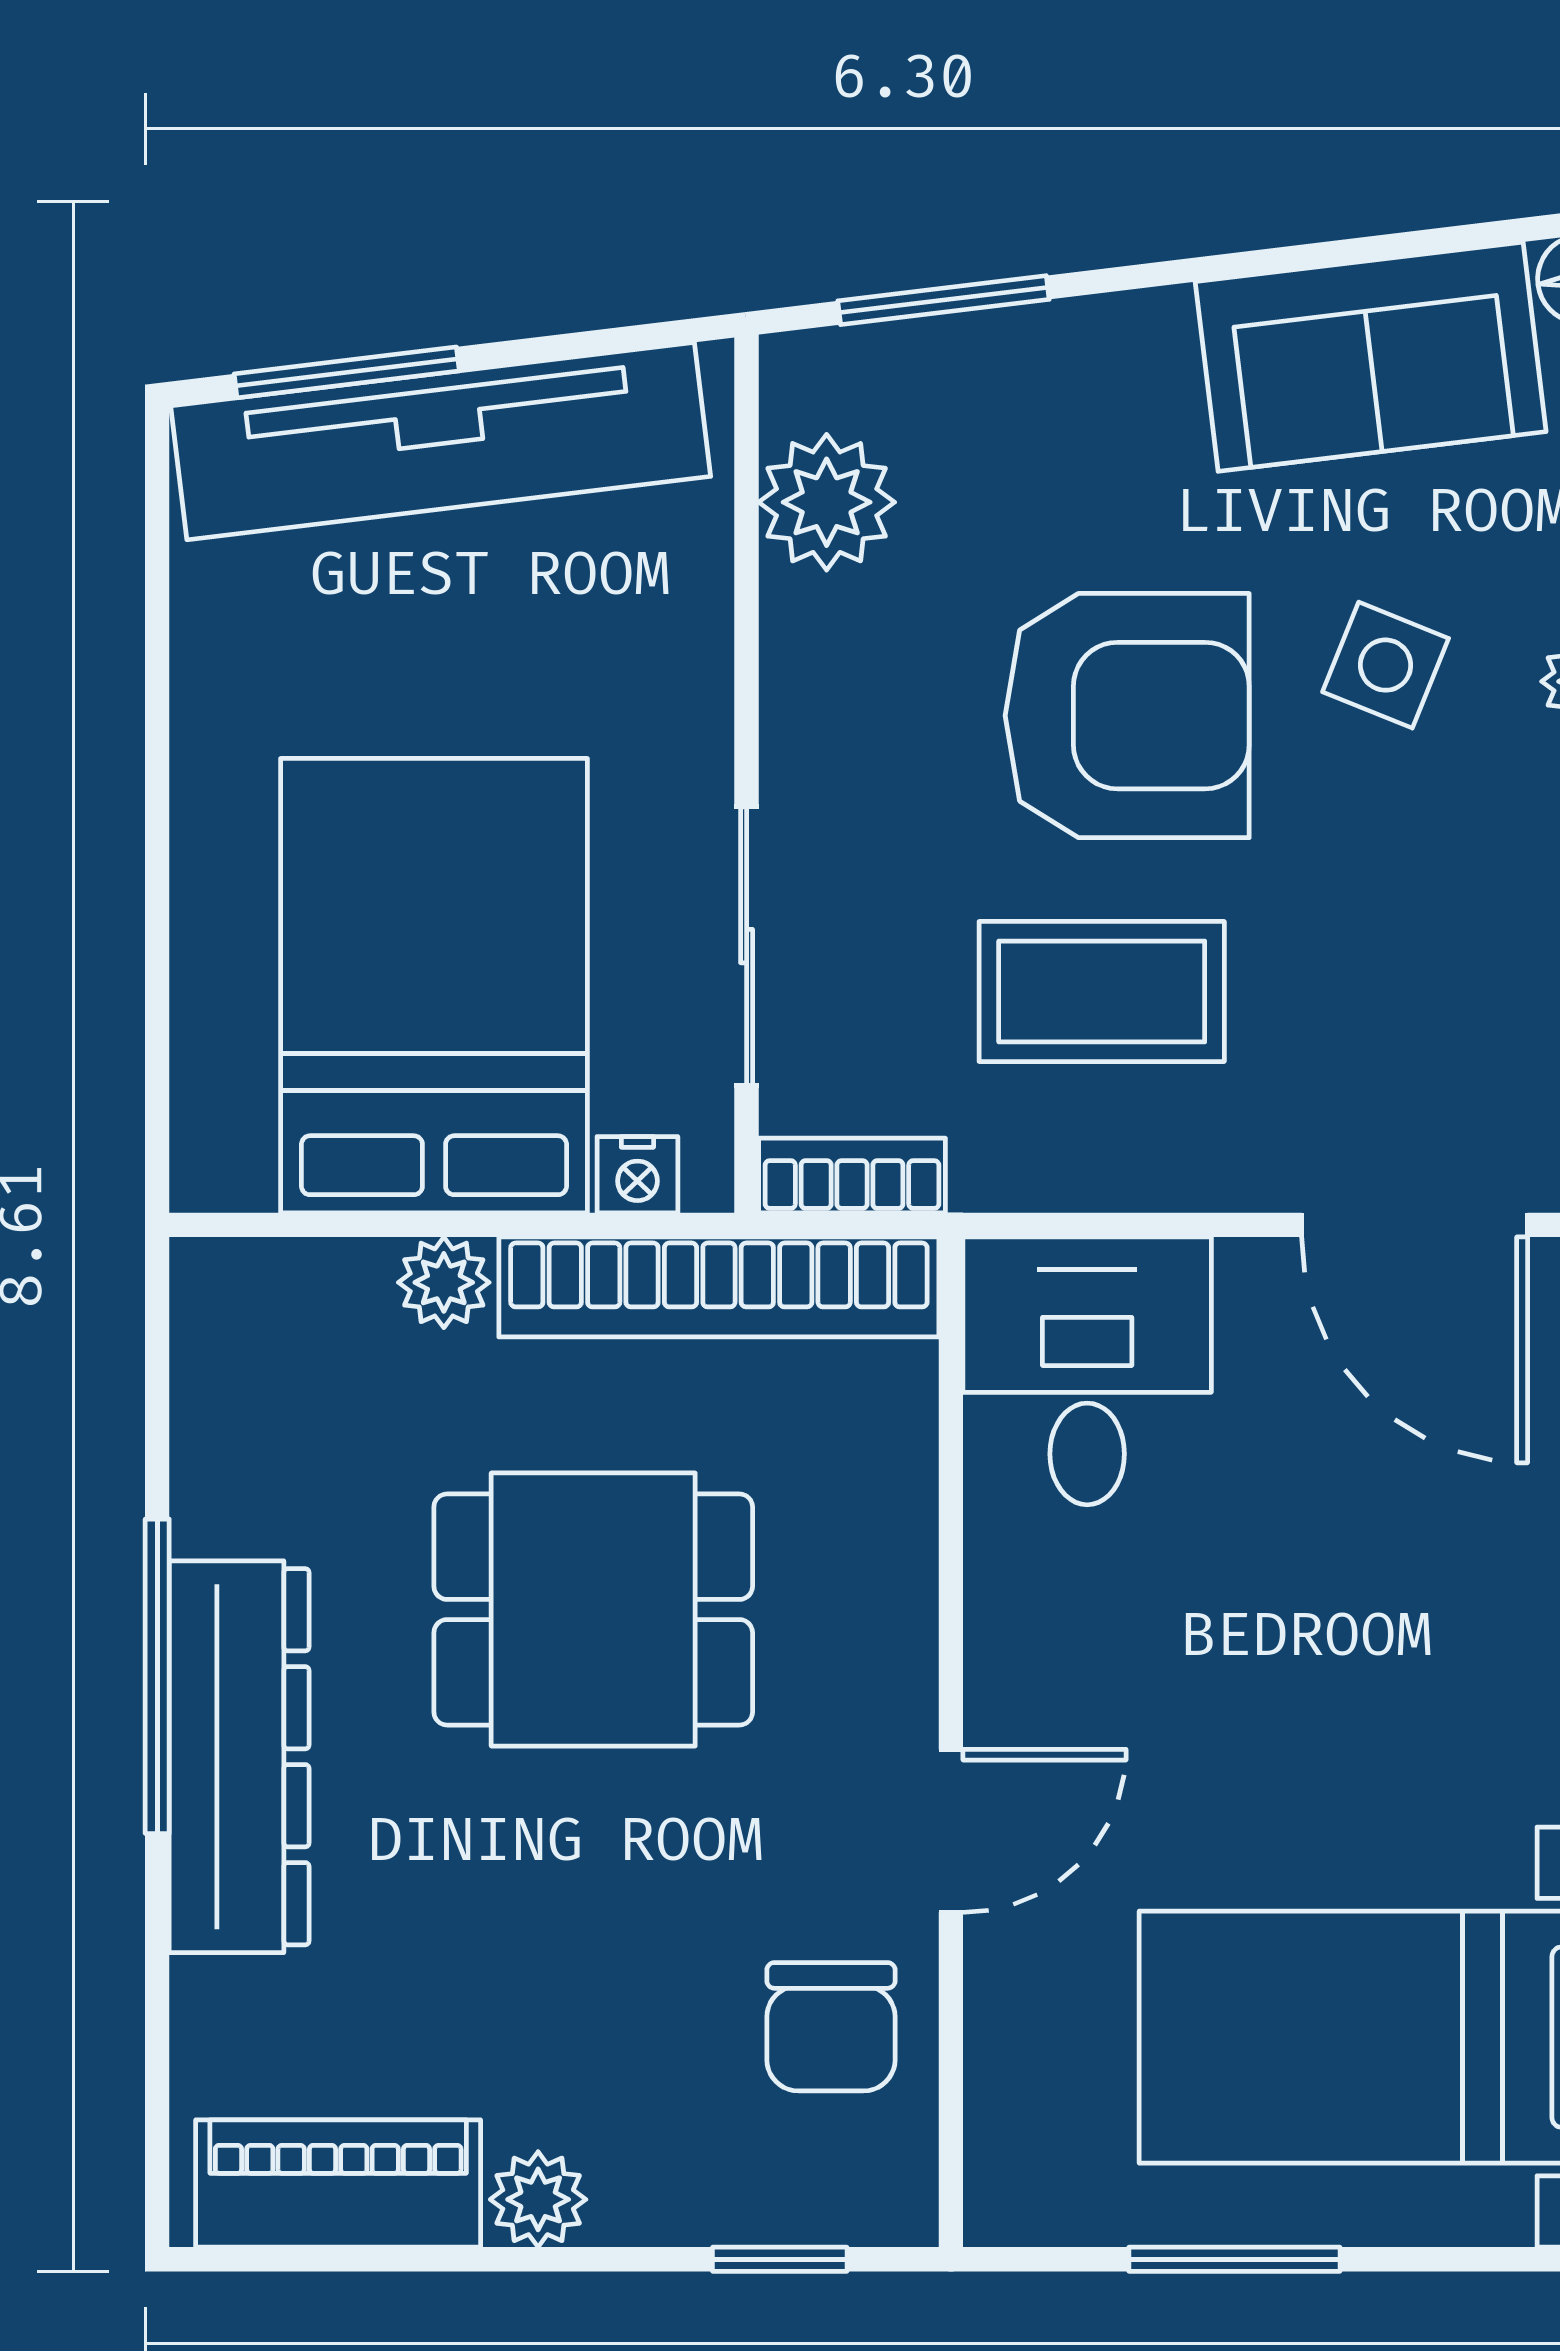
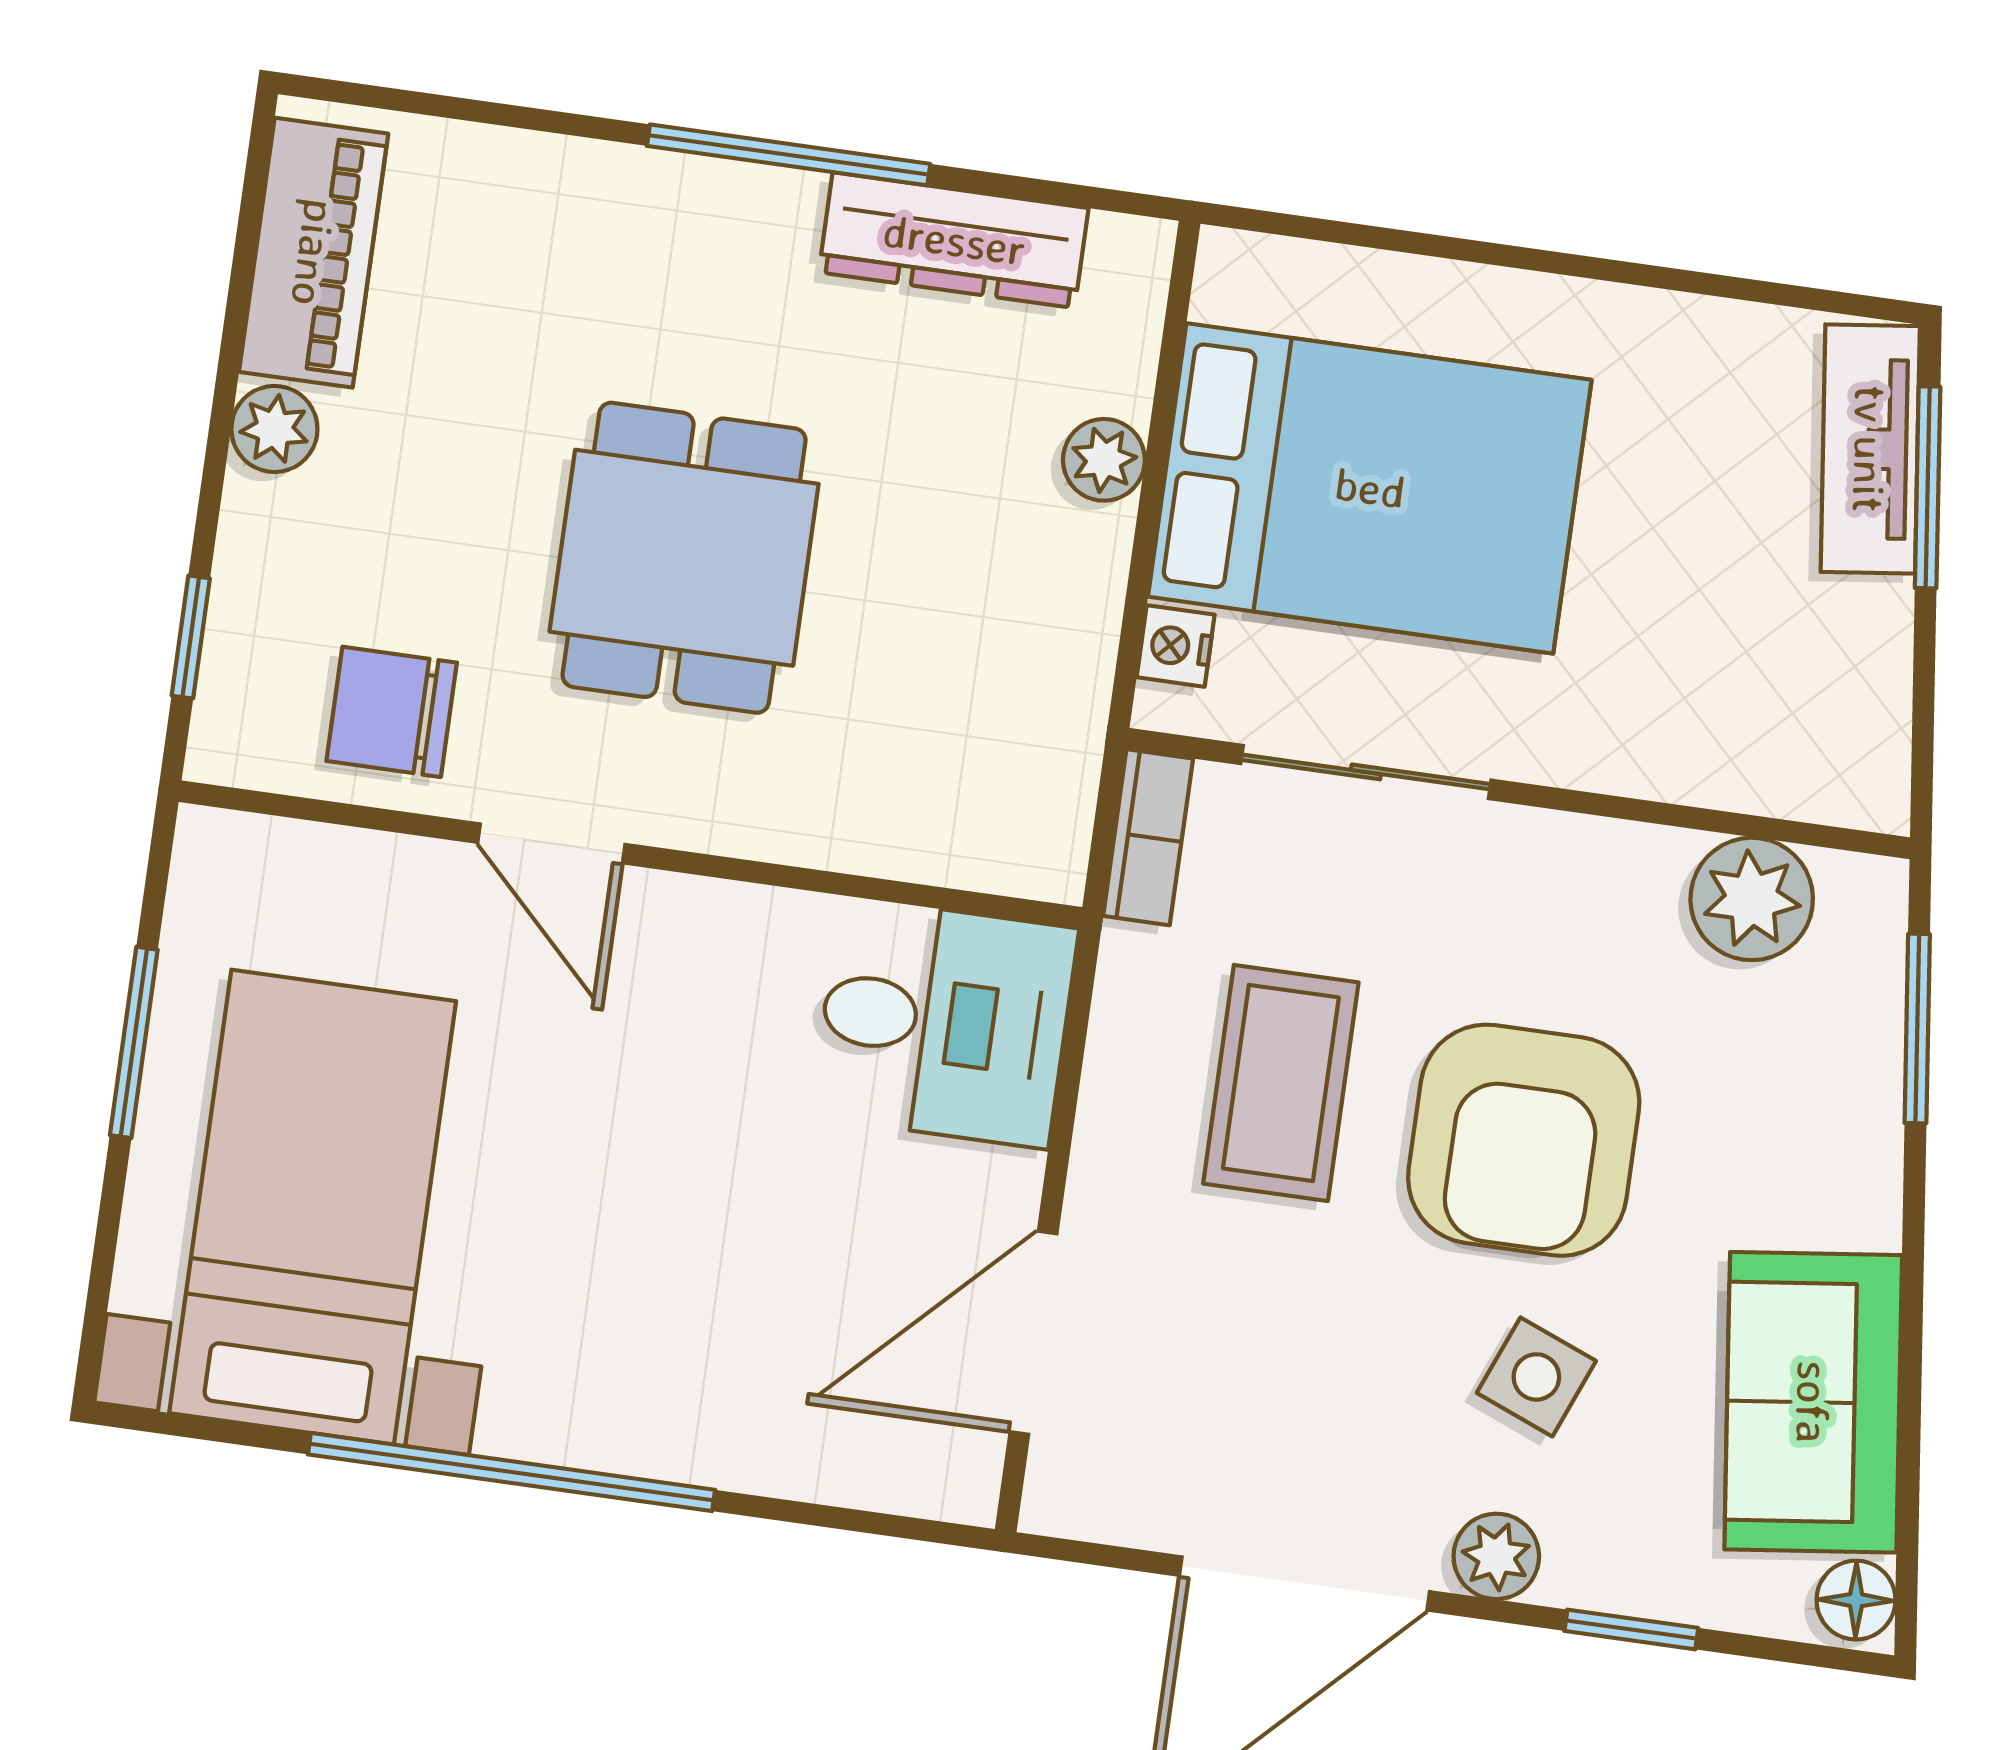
tv unit: (441, 441) -> (1870, 449), width x0.52, depth x0.78
bookcase: (719, 1287) -> (1065, 705), removed
dining table: (593, 1609) -> (684, 558), moved
dresser: (239, 1757) -> (954, 240), moved, width x0.73, depth x0.80

